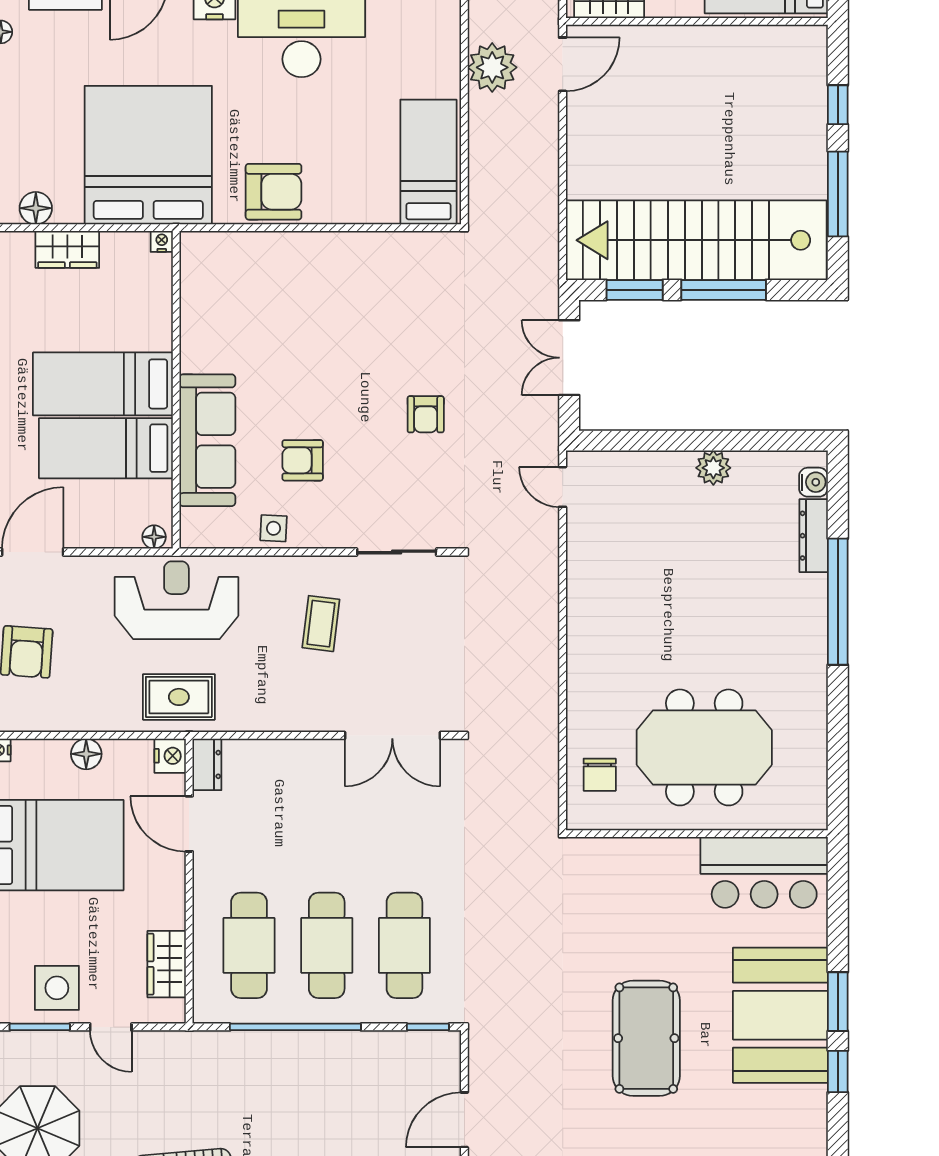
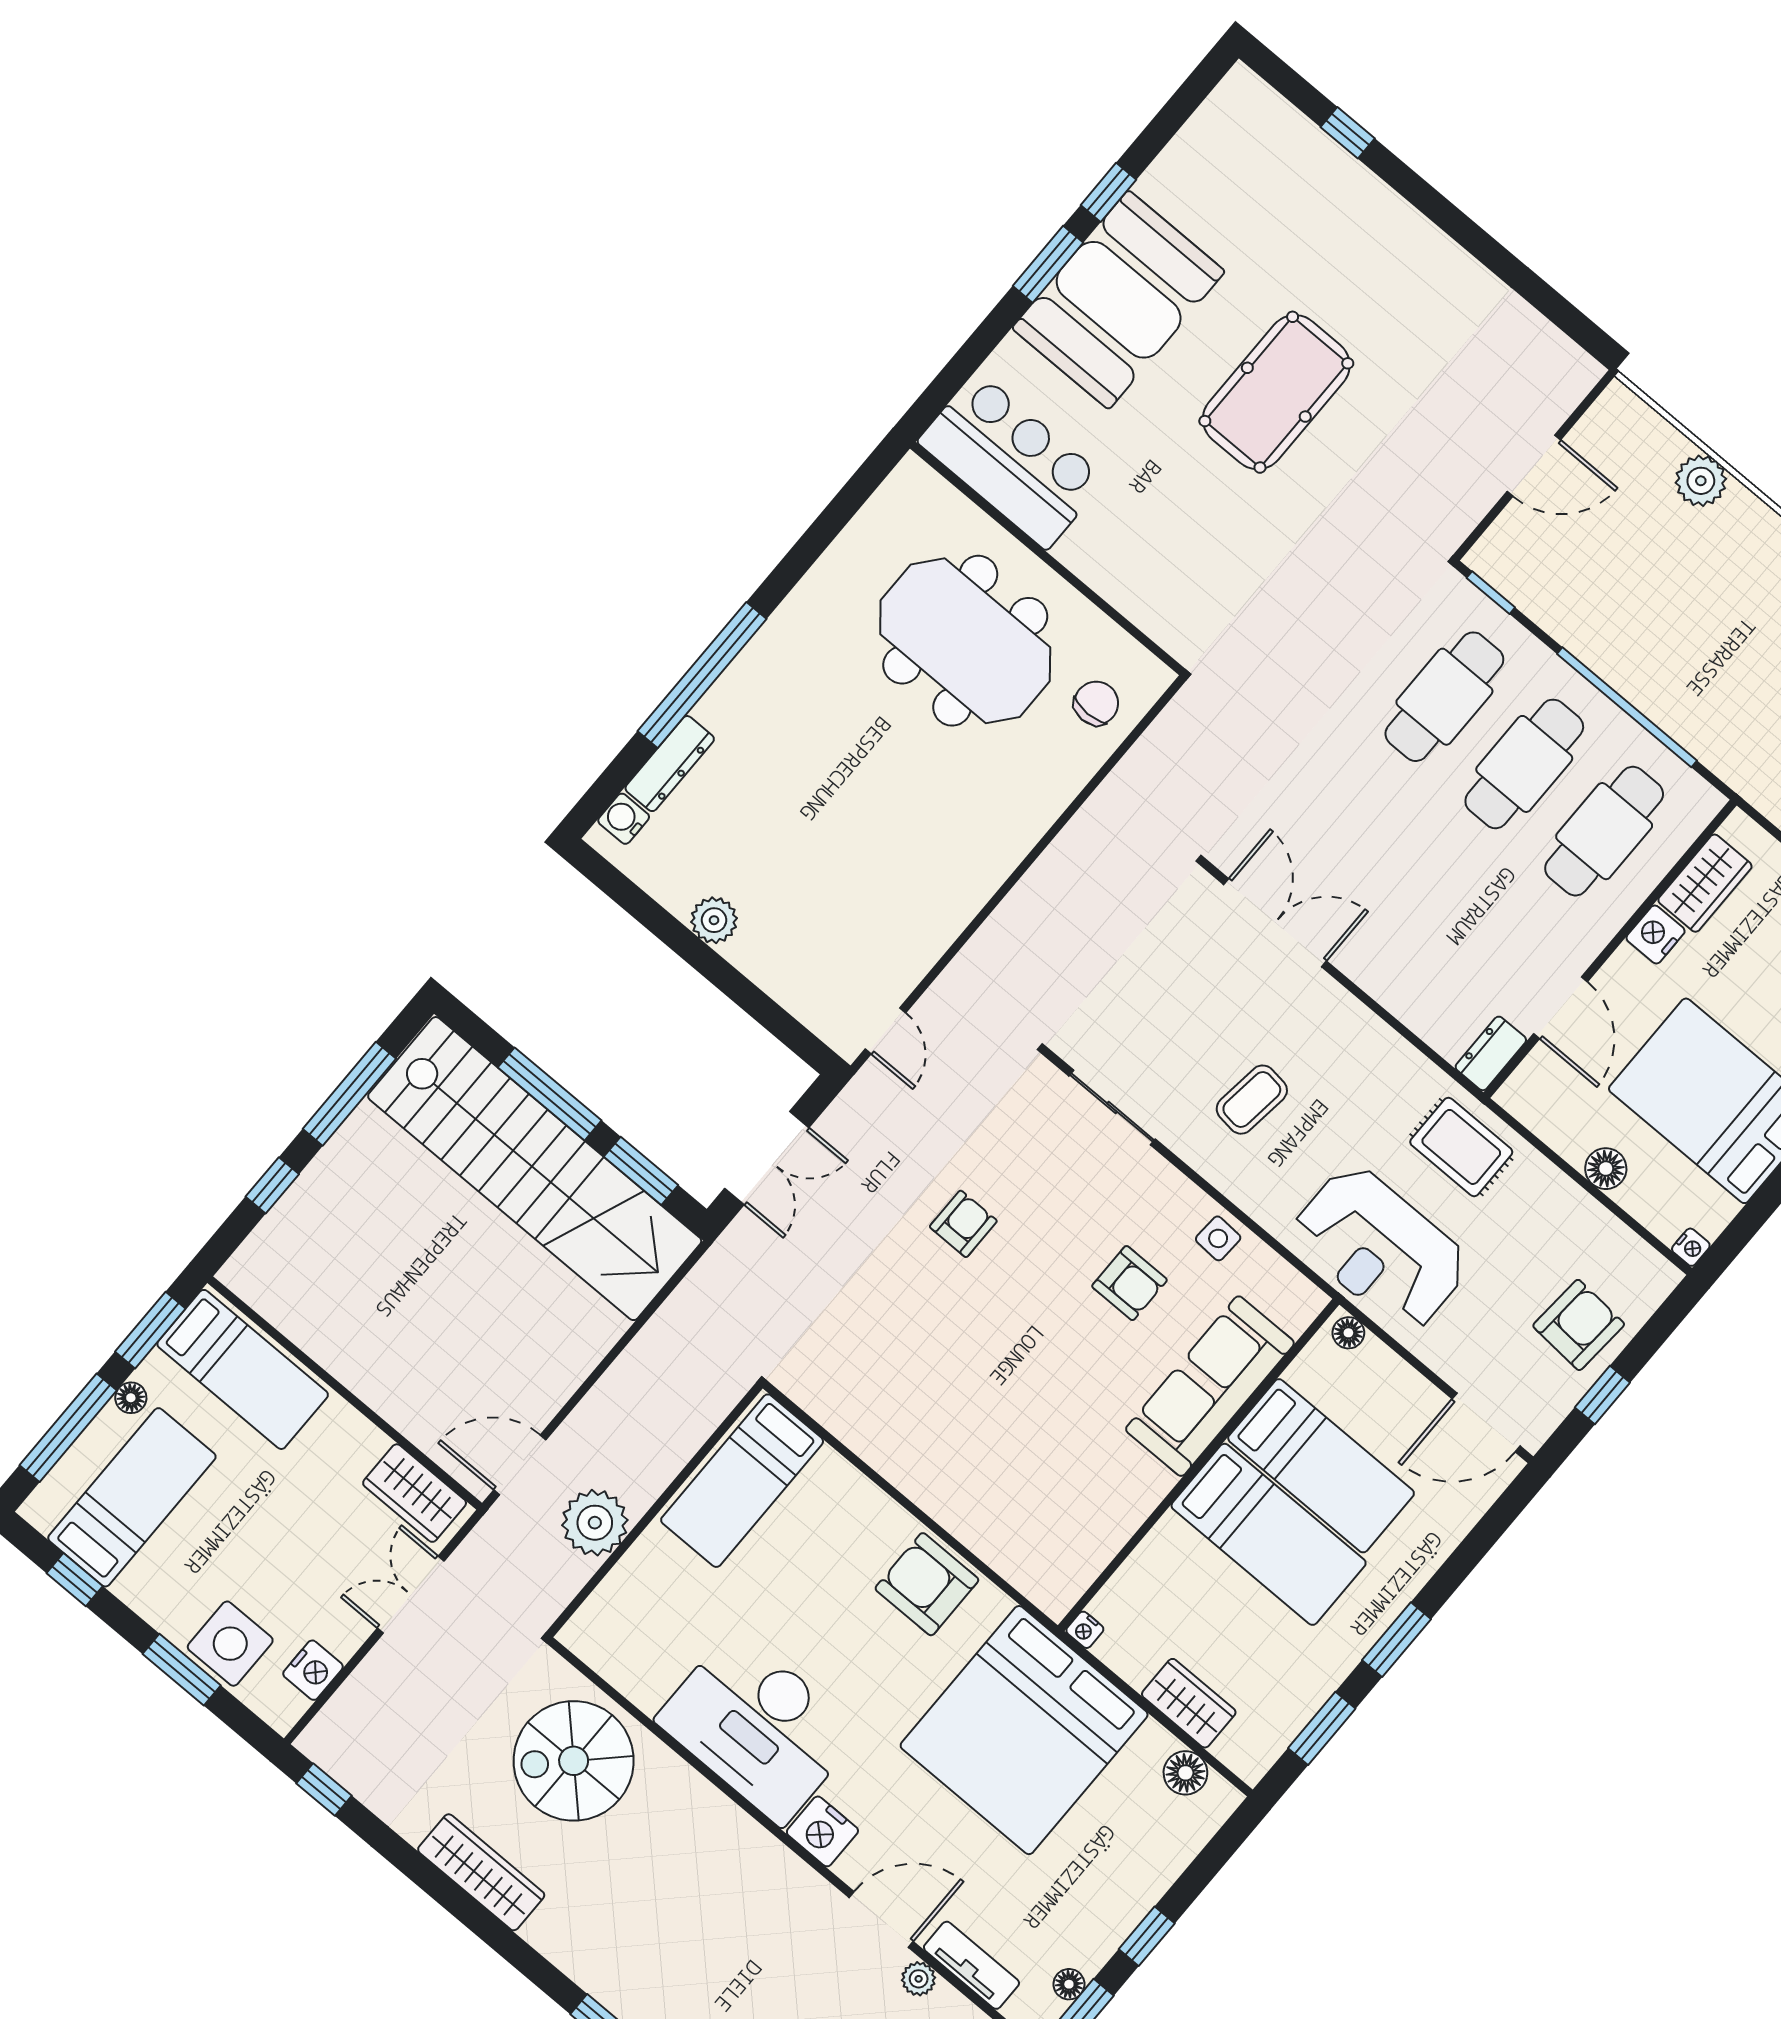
nightstand: (170, 756) -> (1656, 934), moved

